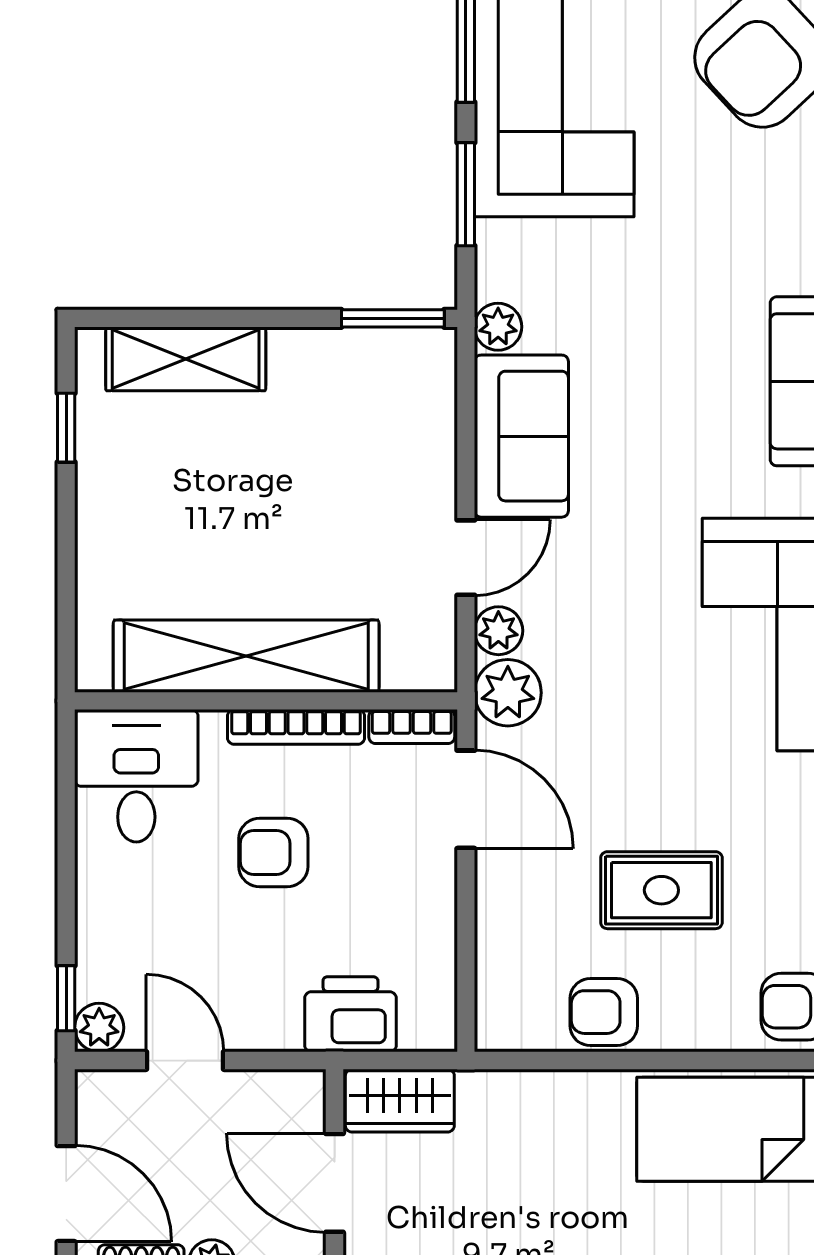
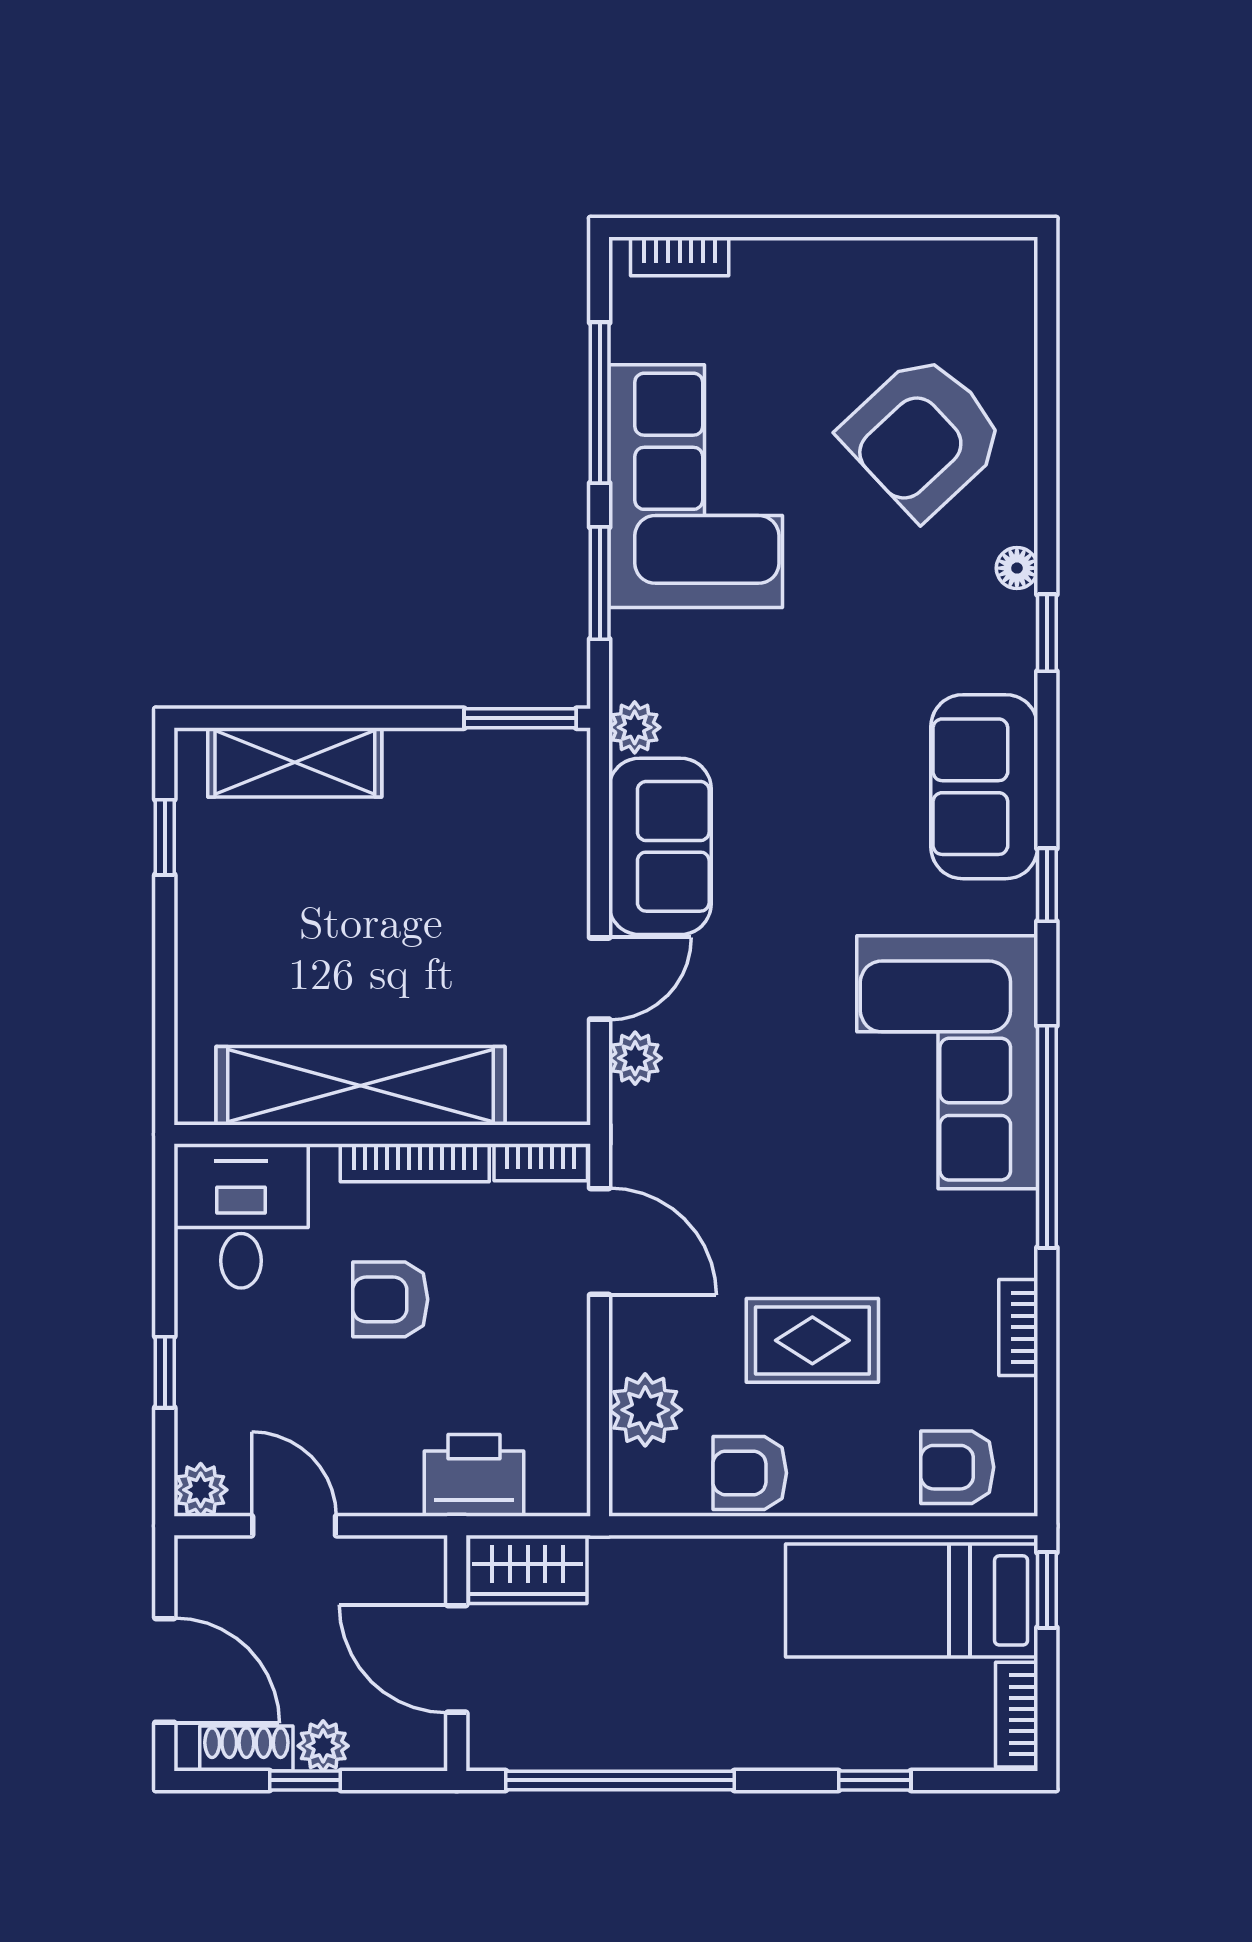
plant: (508, 693) -> (645, 1410), moved
window: (66, 998) -> (165, 1372), moved

